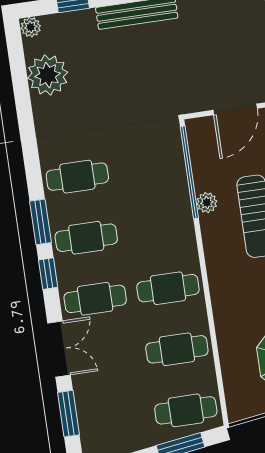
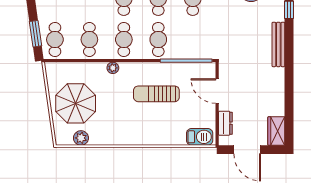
plant: (207, 203) -> (113, 68), moved
cafe table: (159, 227) -> (158, 40), added

